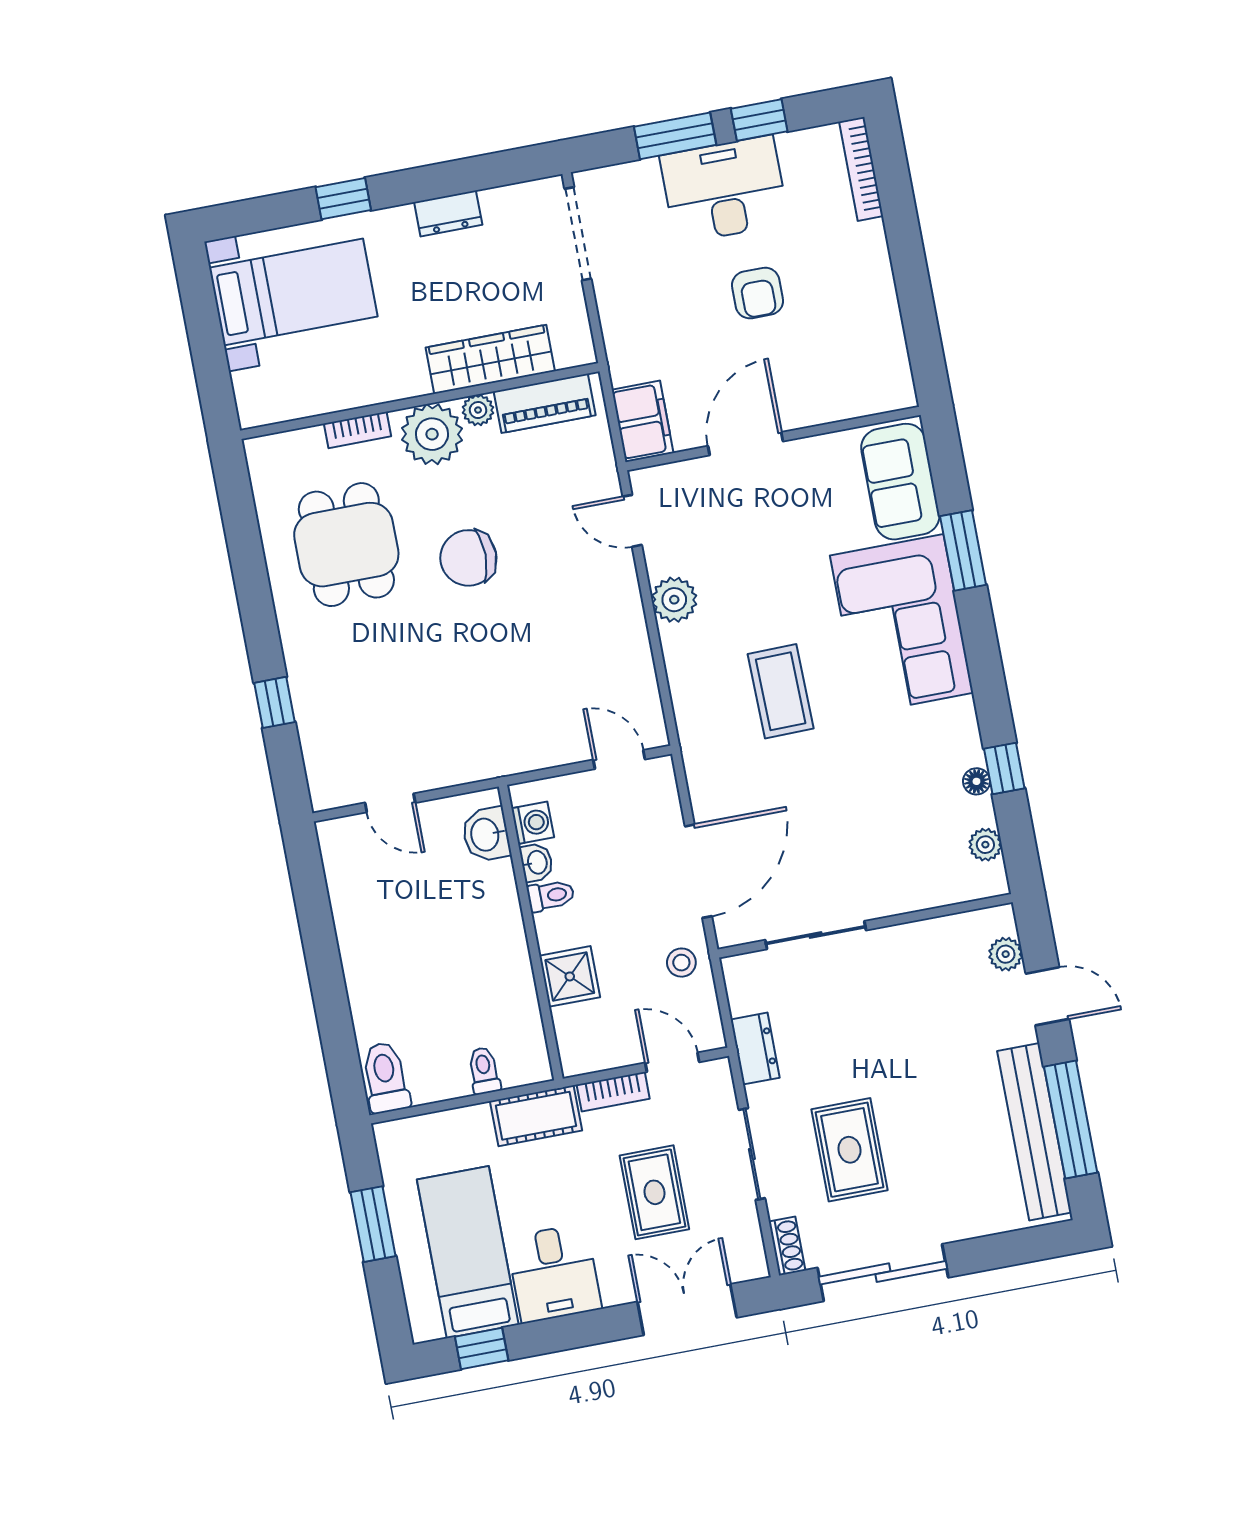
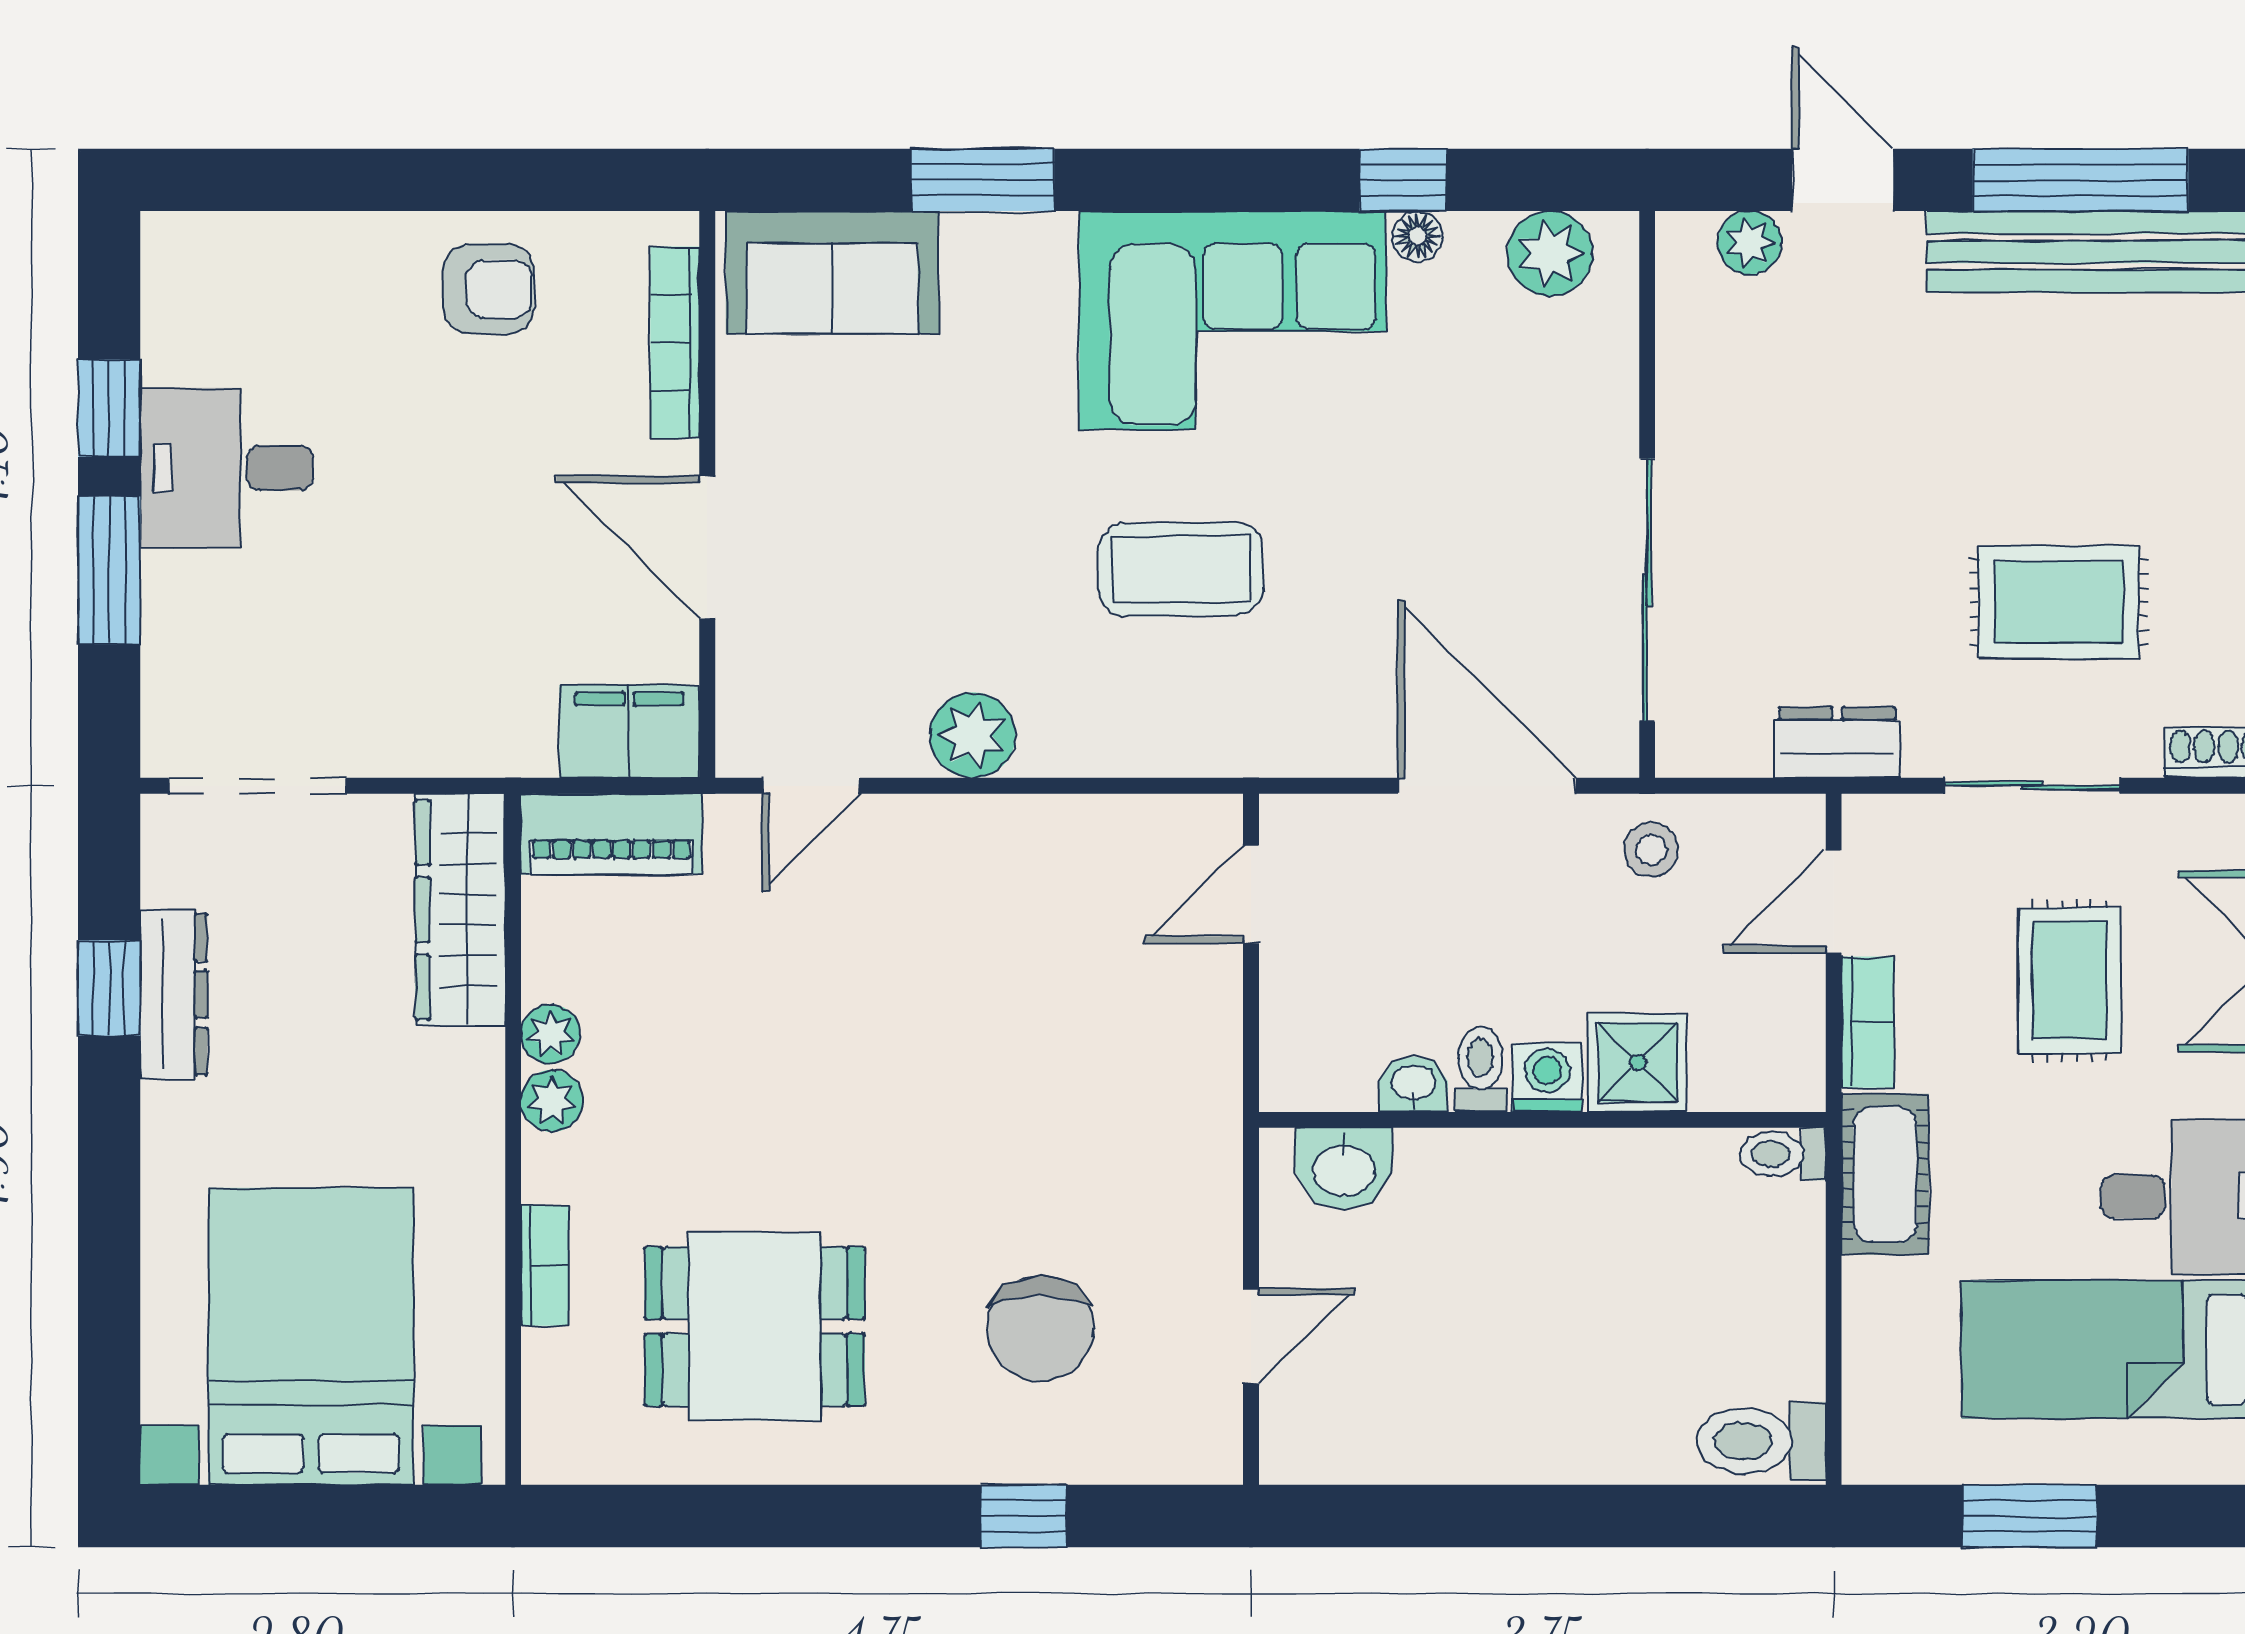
bookcase: (861, 169) -> (675, 343), moved, turned 90
desk: (724, 190) -> (226, 468), width x0.73
window: (343, 199) -> (109, 988), moved
dresser: (448, 213) -> (174, 994), width x1.44
bed with nightstands: (293, 292) -> (311, 1336), width x1.36
armchair: (757, 293) -> (488, 289), moved
wardrobe: (490, 359) -> (460, 910), moved
piano: (545, 403) -> (611, 834), moved, turned 90
plant: (432, 434) -> (552, 1101), width x0.53, depth x0.53
chair: (468, 558) -> (1040, 1328), moved
corner sofa: (902, 624) -> (1233, 320), moved
washing machine: (533, 823) -> (1547, 1077), moved
plant: (985, 845) -> (1550, 254), width x1.38, depth x1.38
sliding door: (816, 935) -> (1647, 590), width x1.37
door: (1047, 996) -> (1843, 180), hinge flipped
toilet: (484, 1071) -> (1783, 1154), moved
rug: (654, 1192) -> (2070, 981), turned 90

